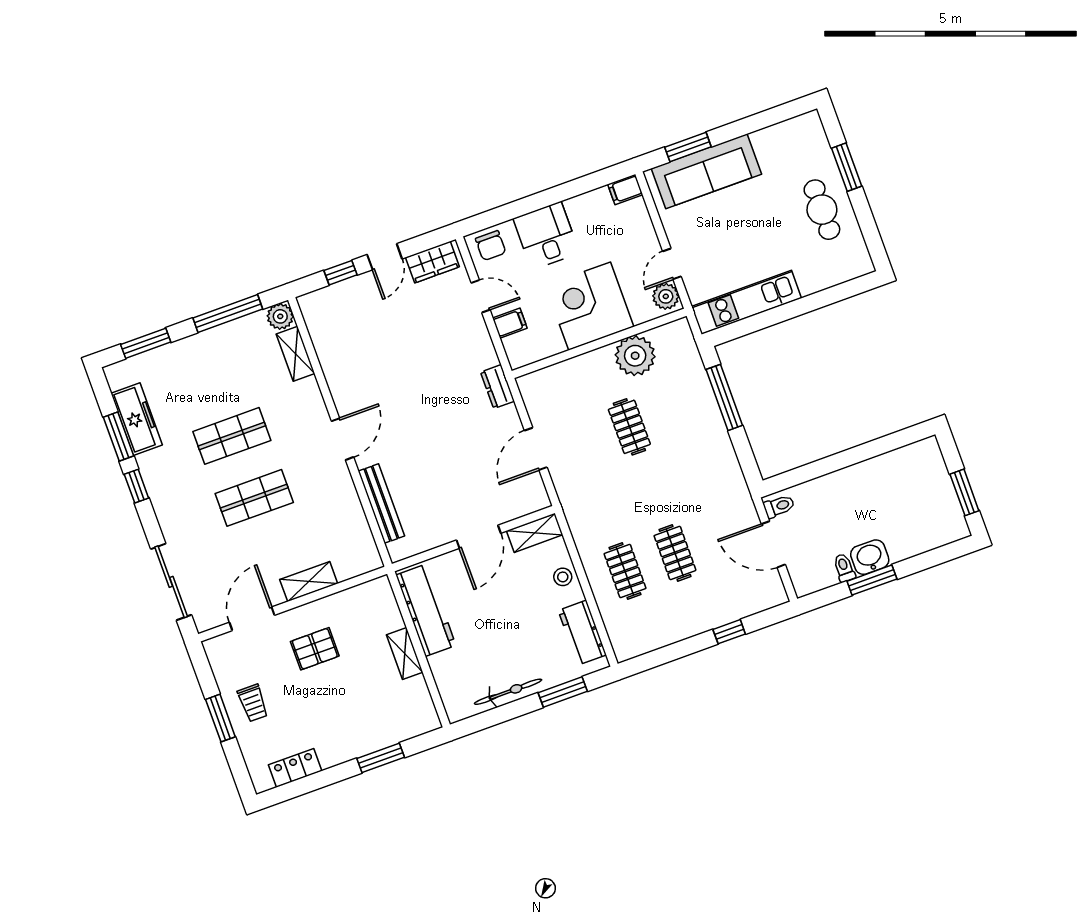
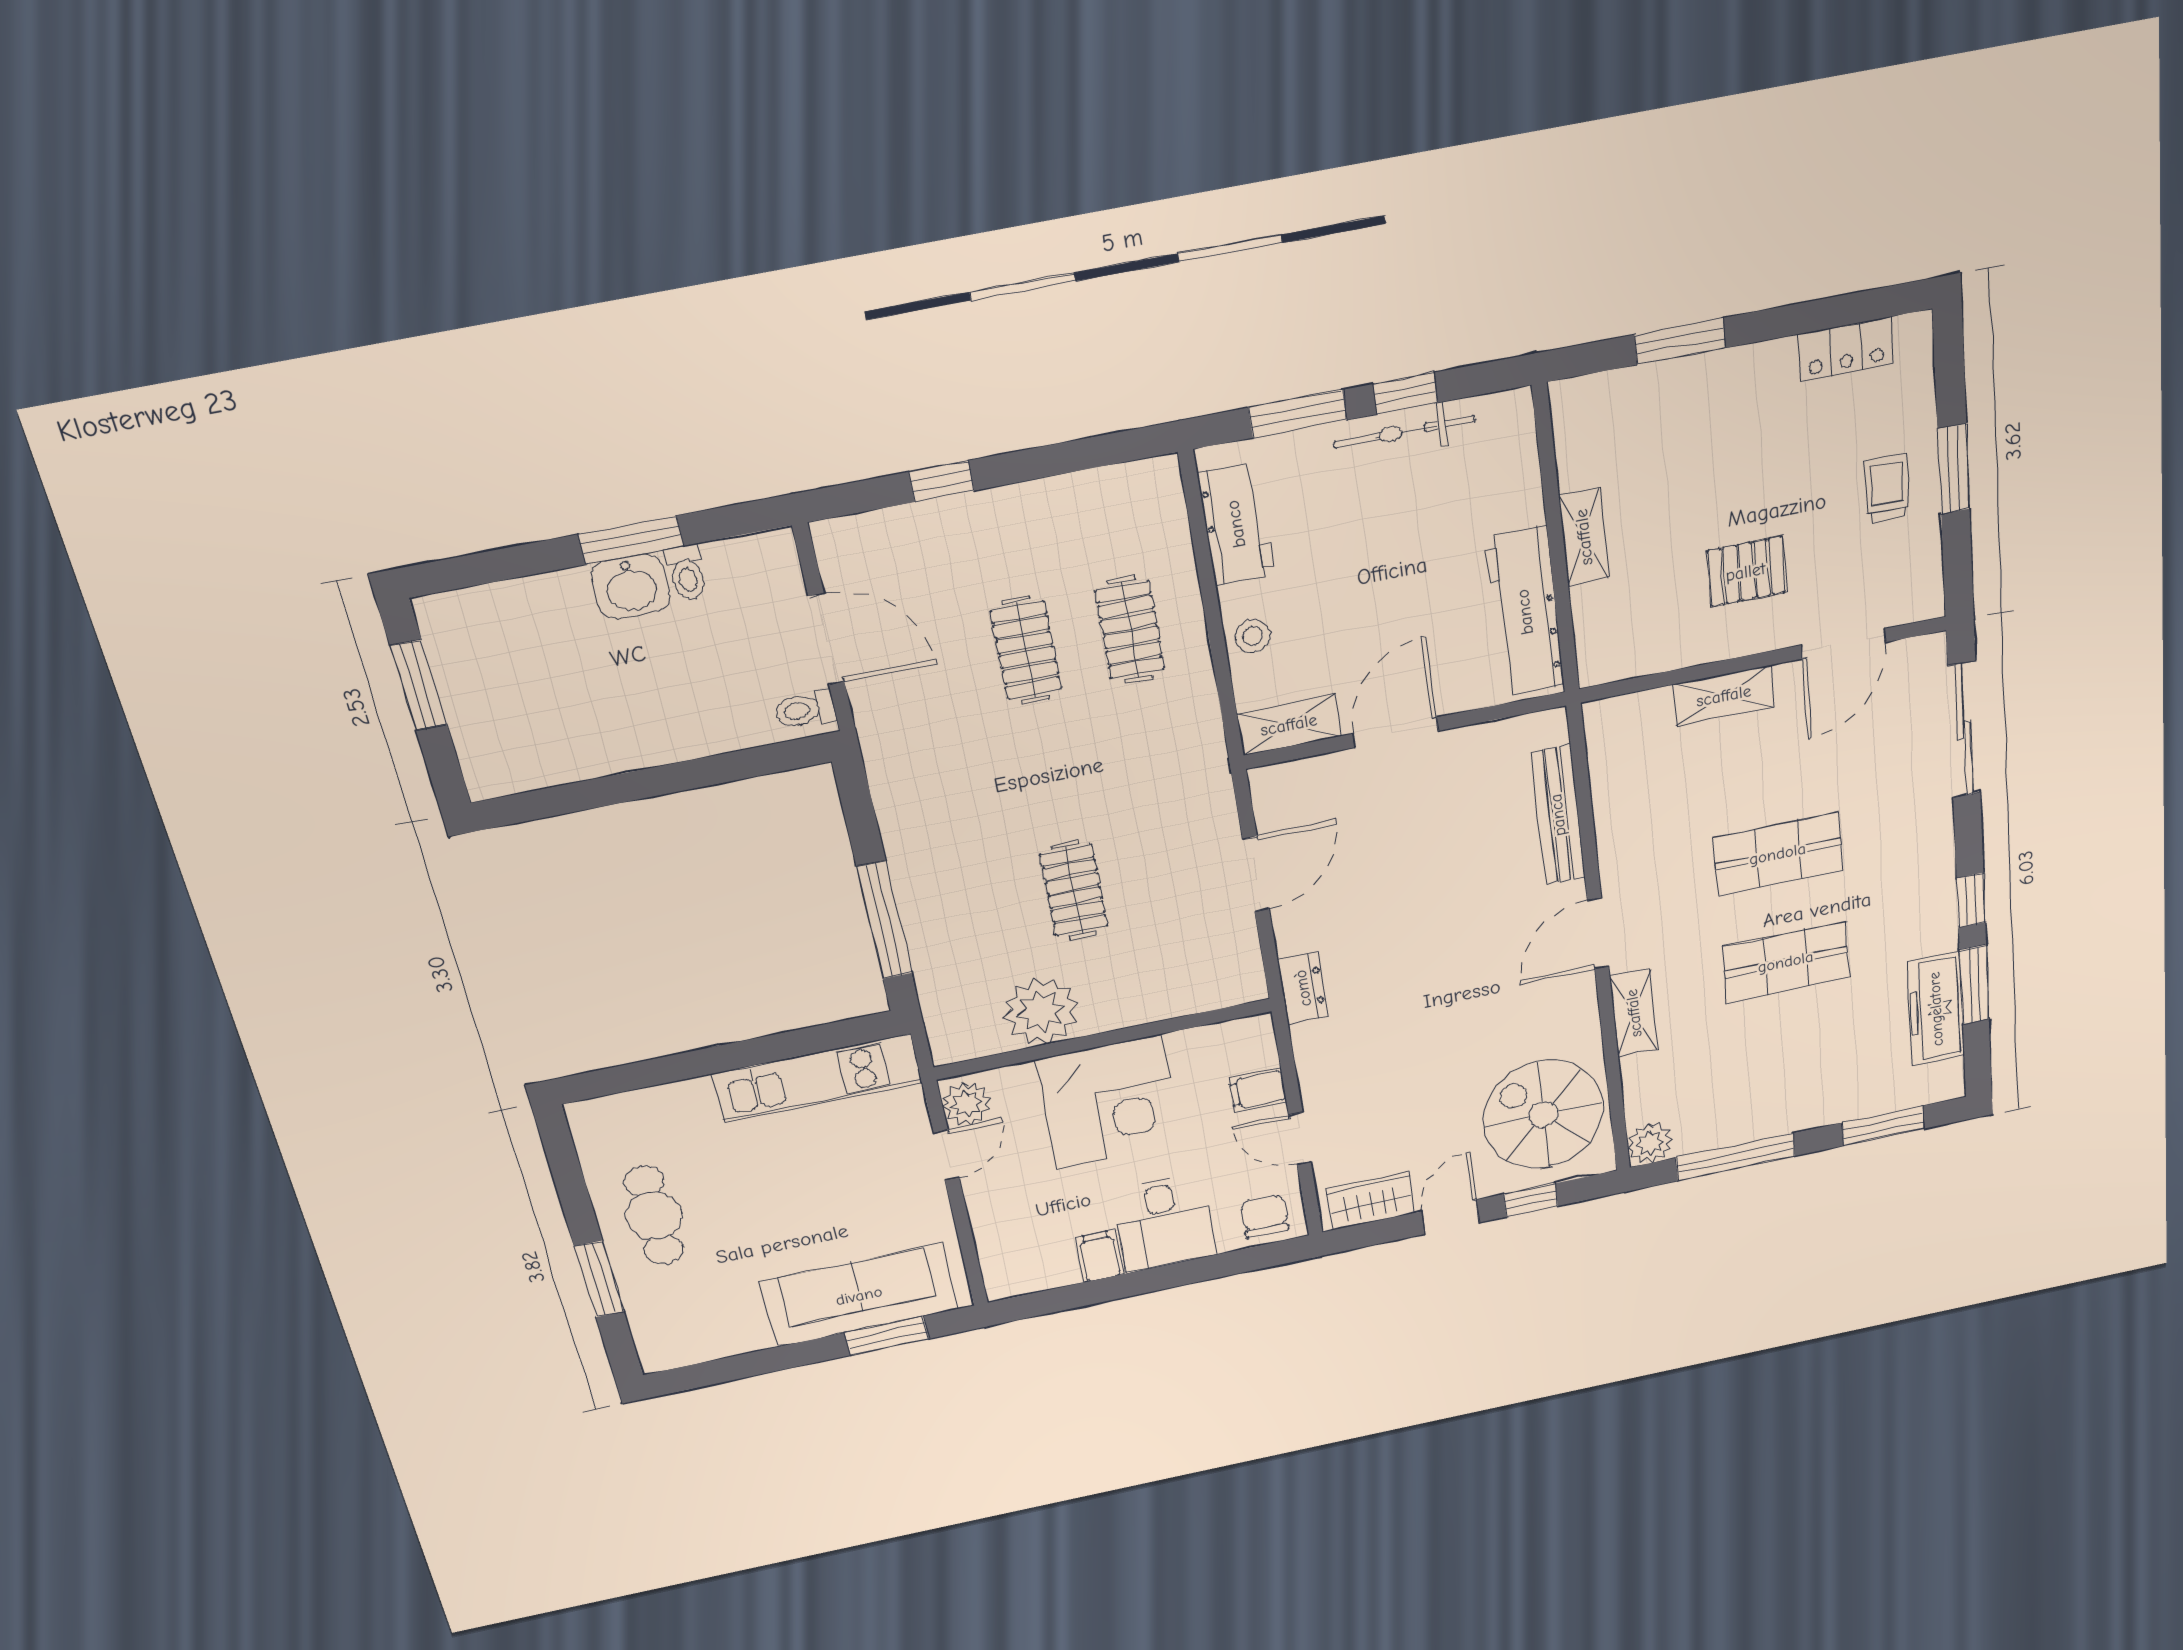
filing cabinet: (625, 189) -> (1099, 1256), moved, turned -90
spiral stairs: (346, 327) -> (1543, 1114), added
shelving: (296, 354) -> (1634, 1013), moved
window: (512, 710) -> (1405, 393), added

